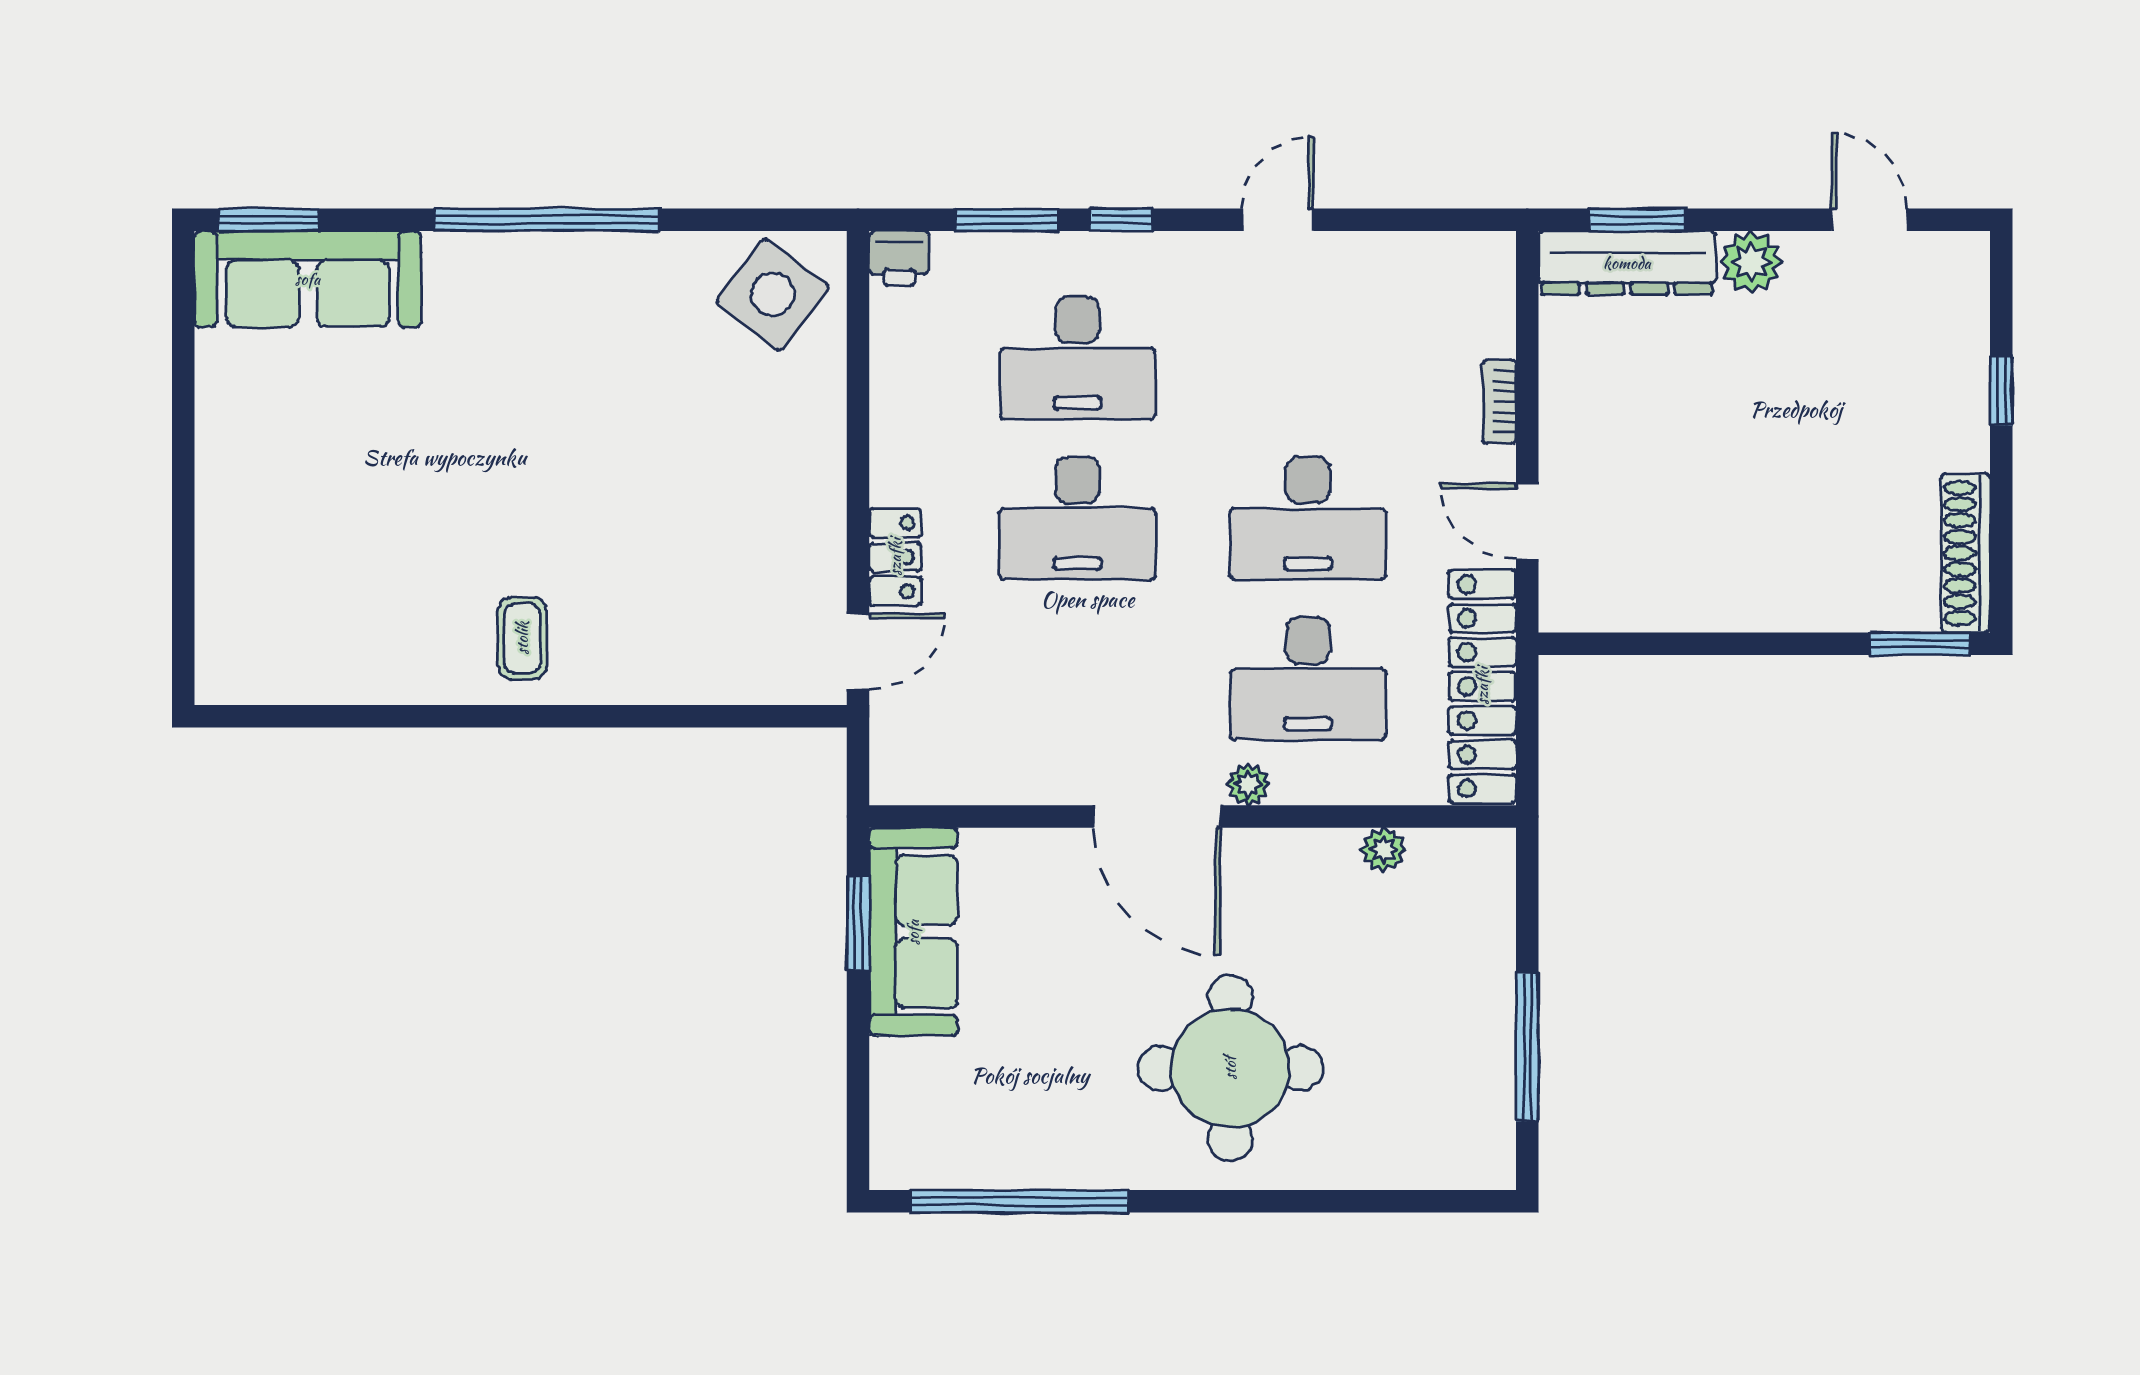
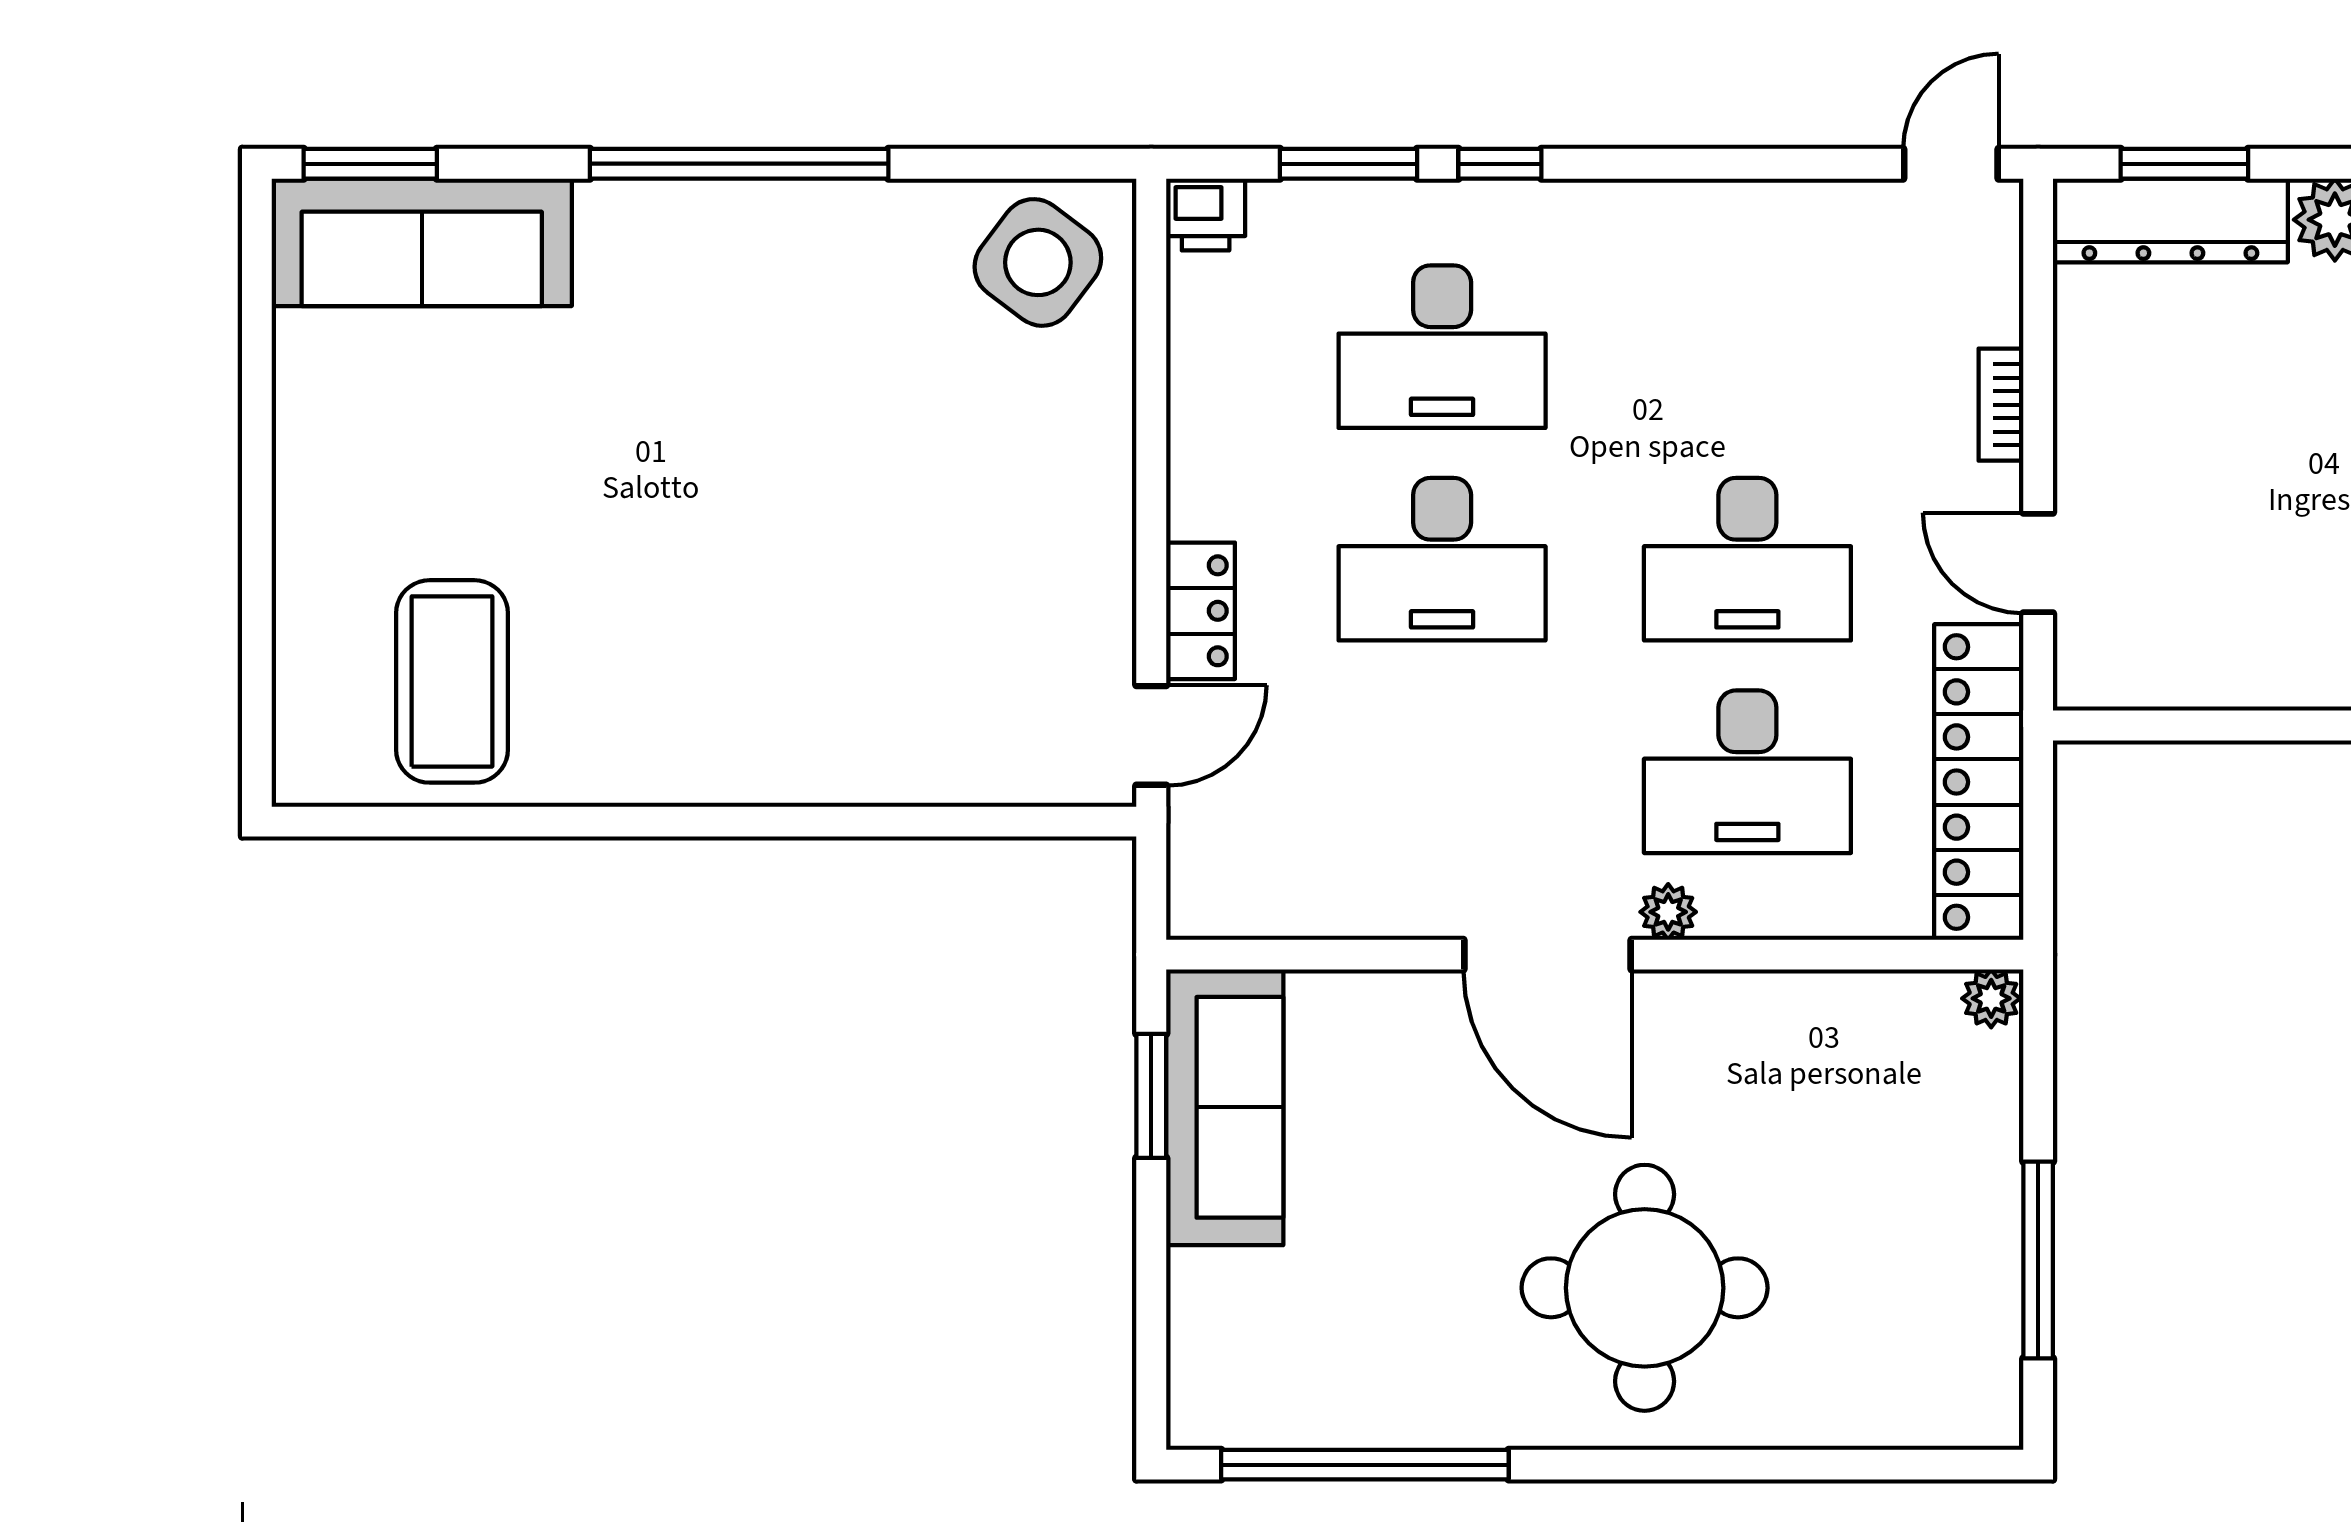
door: (1278, 220) -> (1951, 164), moved
coffee table: (522, 638) -> (452, 681), moved, width x1.86, depth x1.72
plant: (1383, 850) -> (1991, 998), moved

